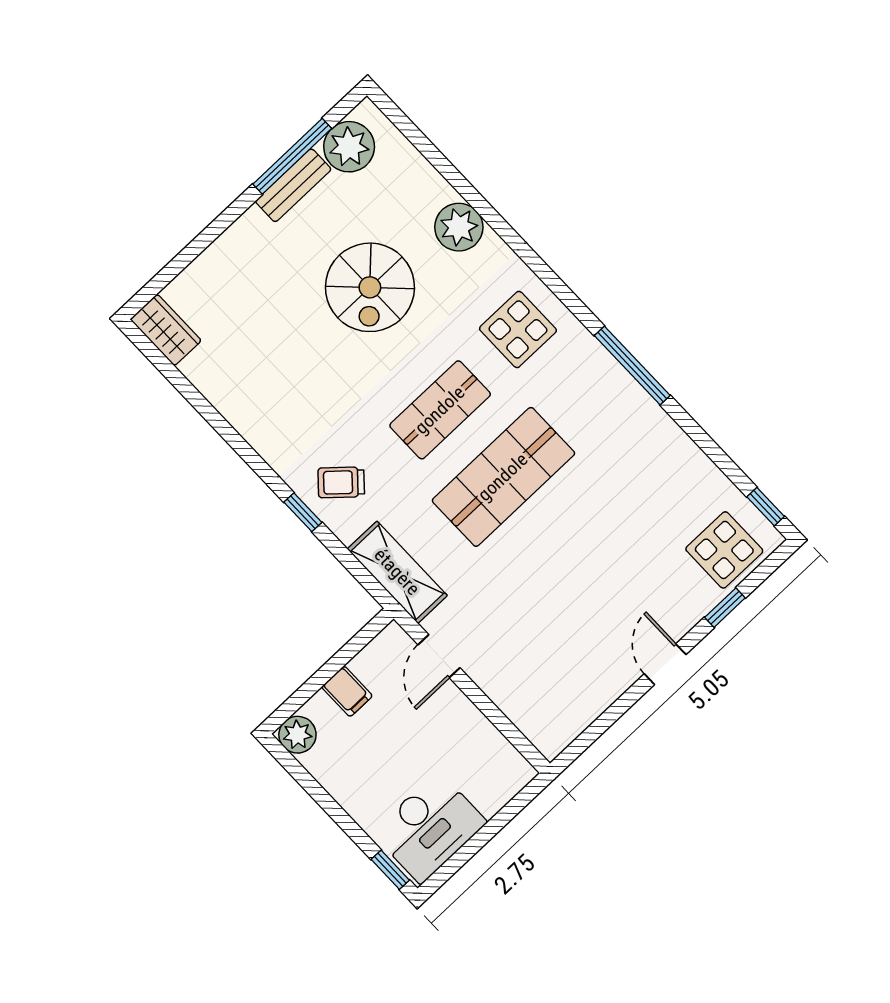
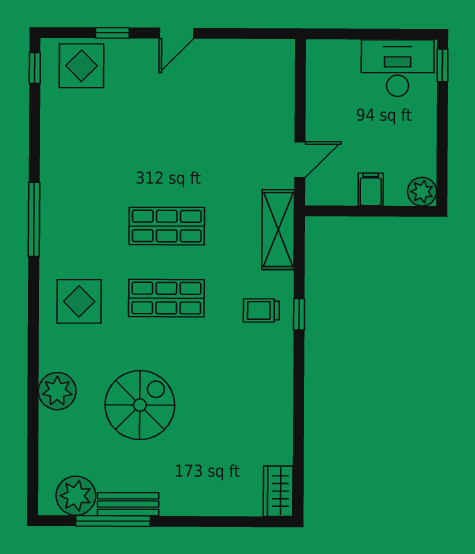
shop shelf: (503, 477) -> (167, 226), width x0.70, depth x0.74
trolley: (341, 482) -> (261, 310), turned 138

